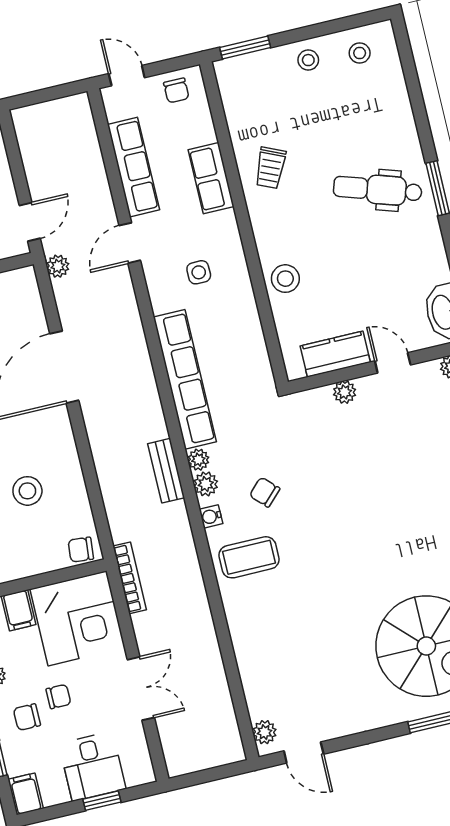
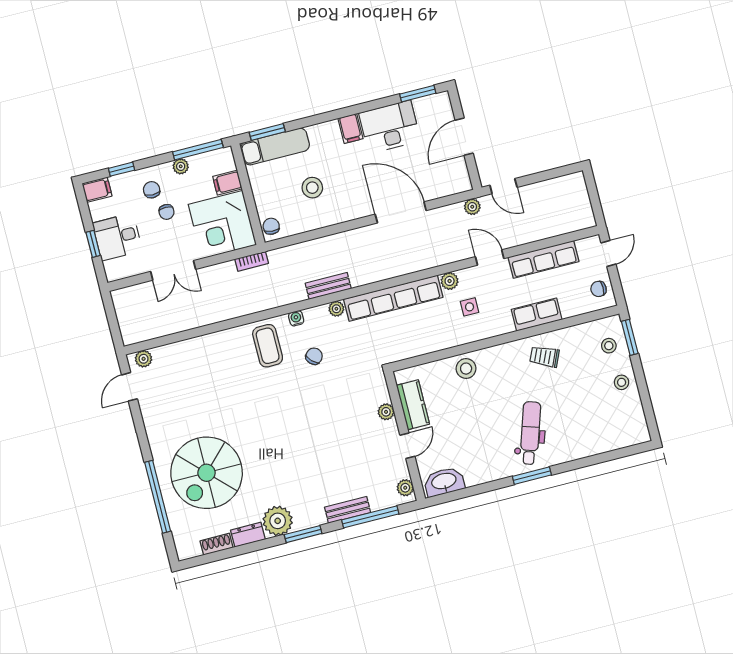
stool: (360, 53) -> (609, 346), moved
plant: (206, 484) -> (450, 281), moved
bookcase: (130, 578) -> (252, 261), width x0.64

